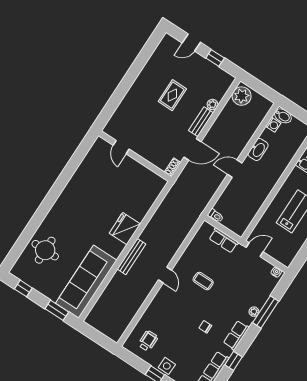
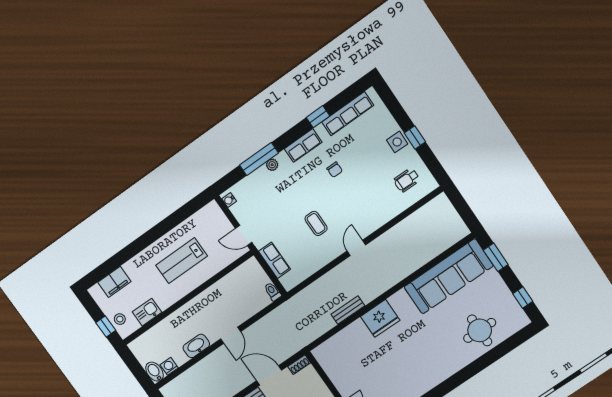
door: (235, 169) -> (231, 335), hinge flipped
bench: (132, 257) -> (348, 310), moved, width x0.73

